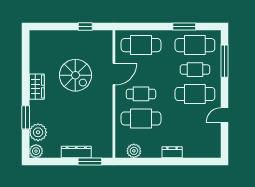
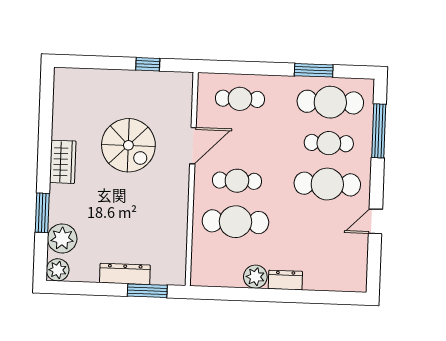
cafe table: (141, 45) -> (240, 99), width x0.73, depth x0.74
plant: (134, 151) -> (255, 277), moved

